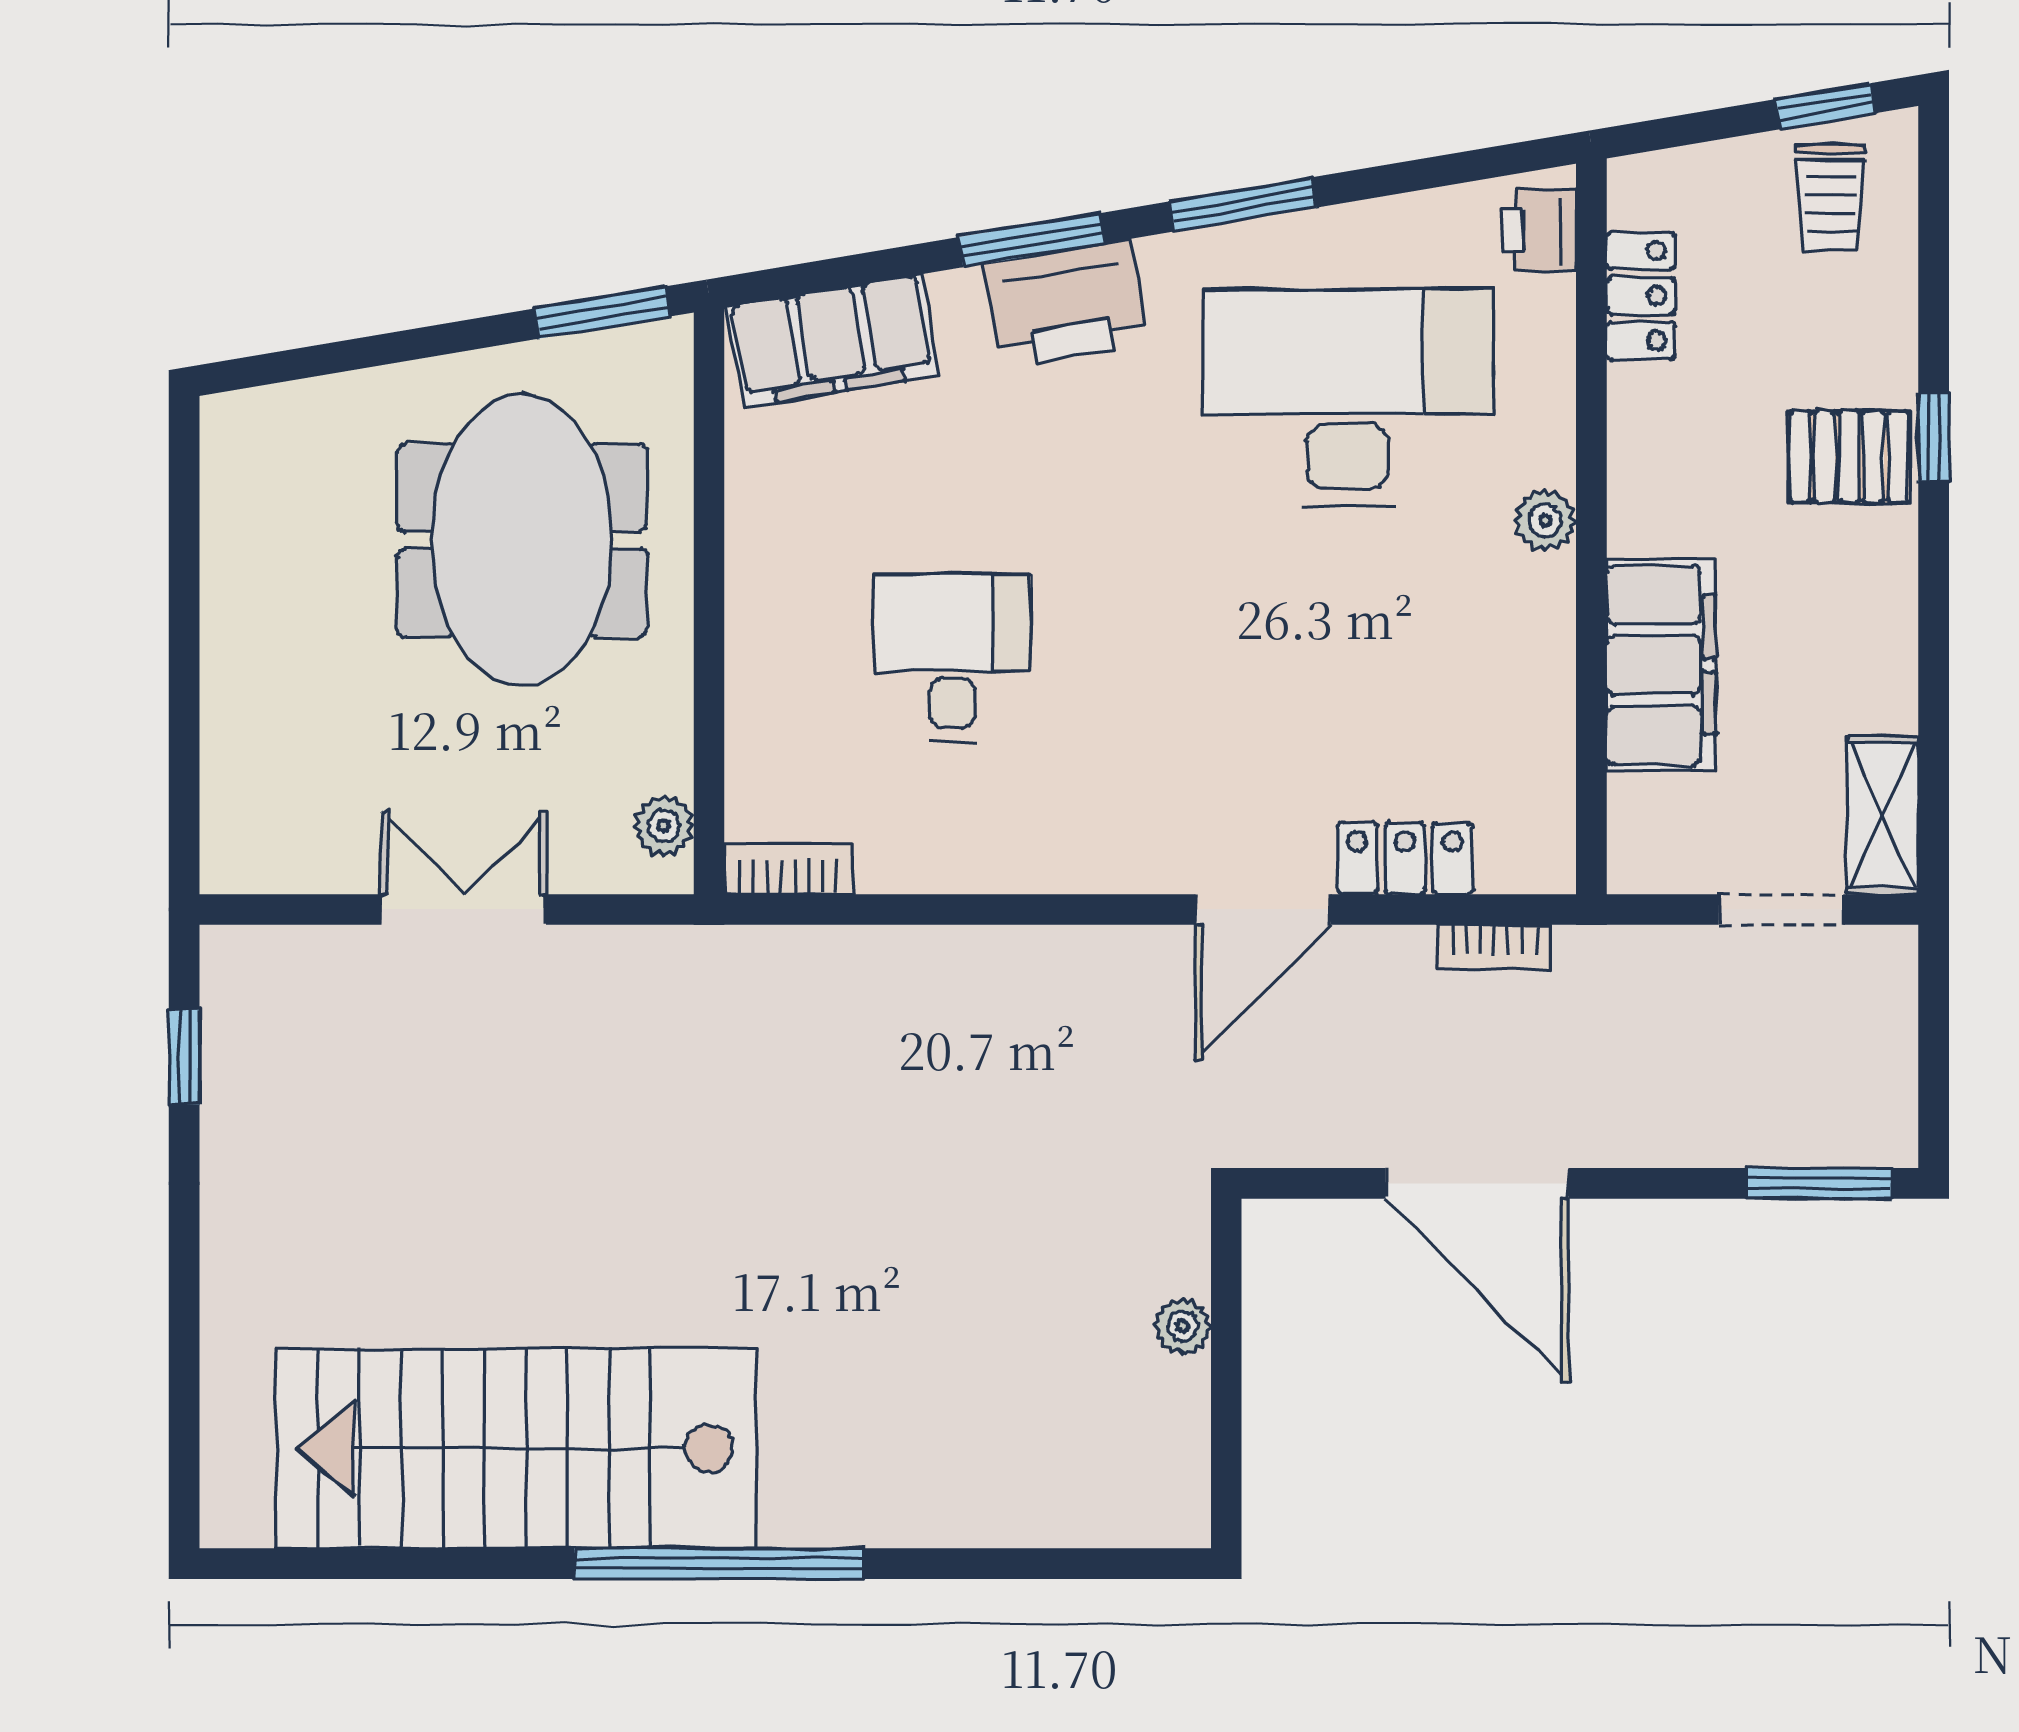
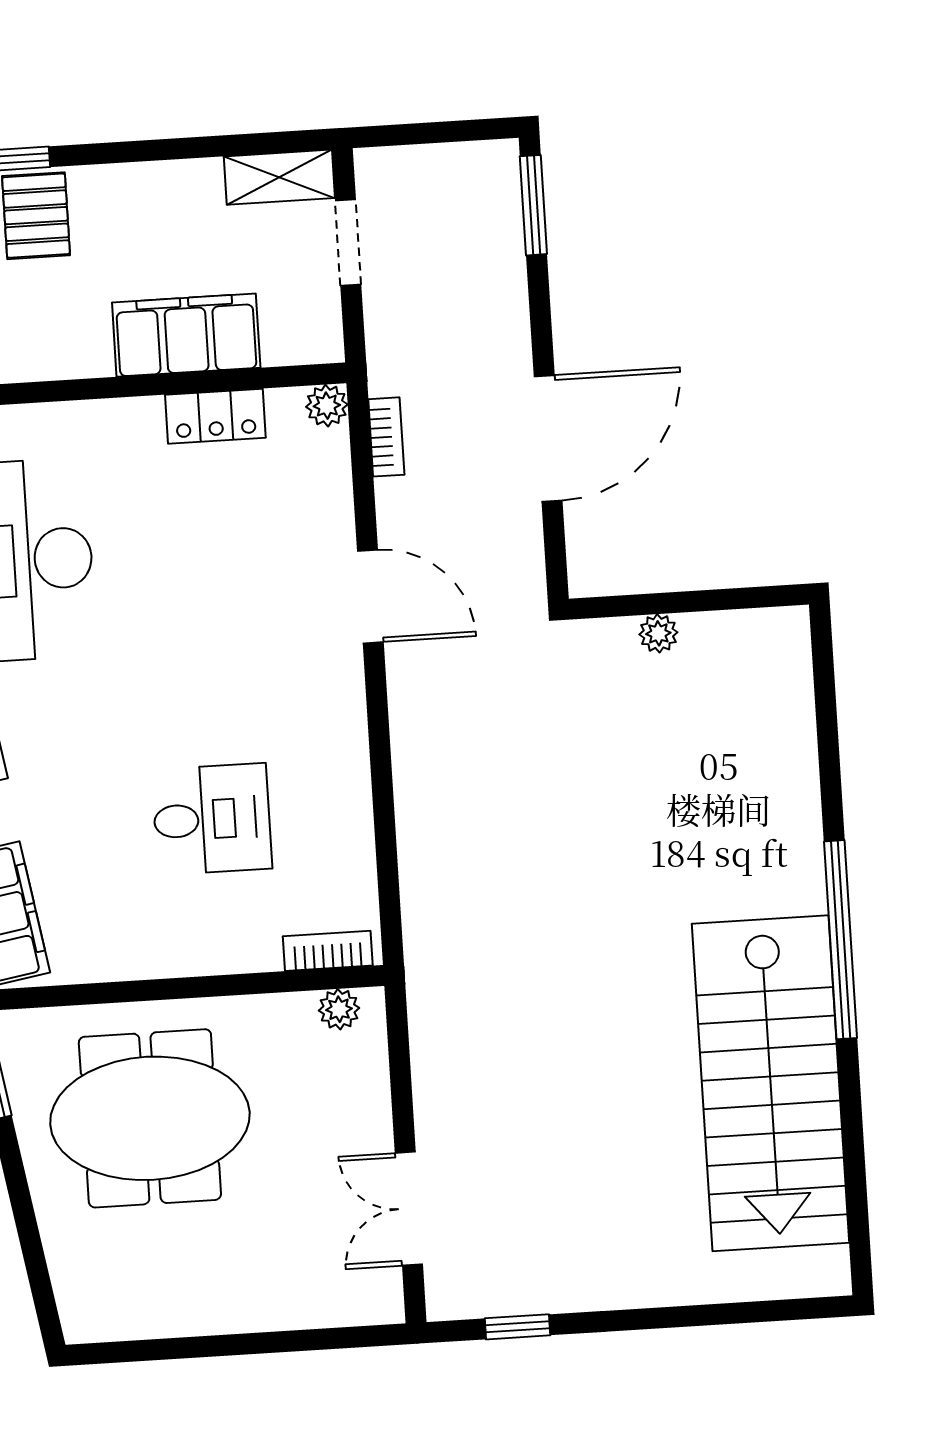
plant: (1545, 521) -> (327, 406), moved
desk: (953, 658) -> (212, 819), turned 180
locker: (1405, 858) -> (215, 416), moved, turned -90
bookcase: (788, 869) -> (328, 951), moved, turned 90
double door: (464, 909) -> (409, 1209), moved

